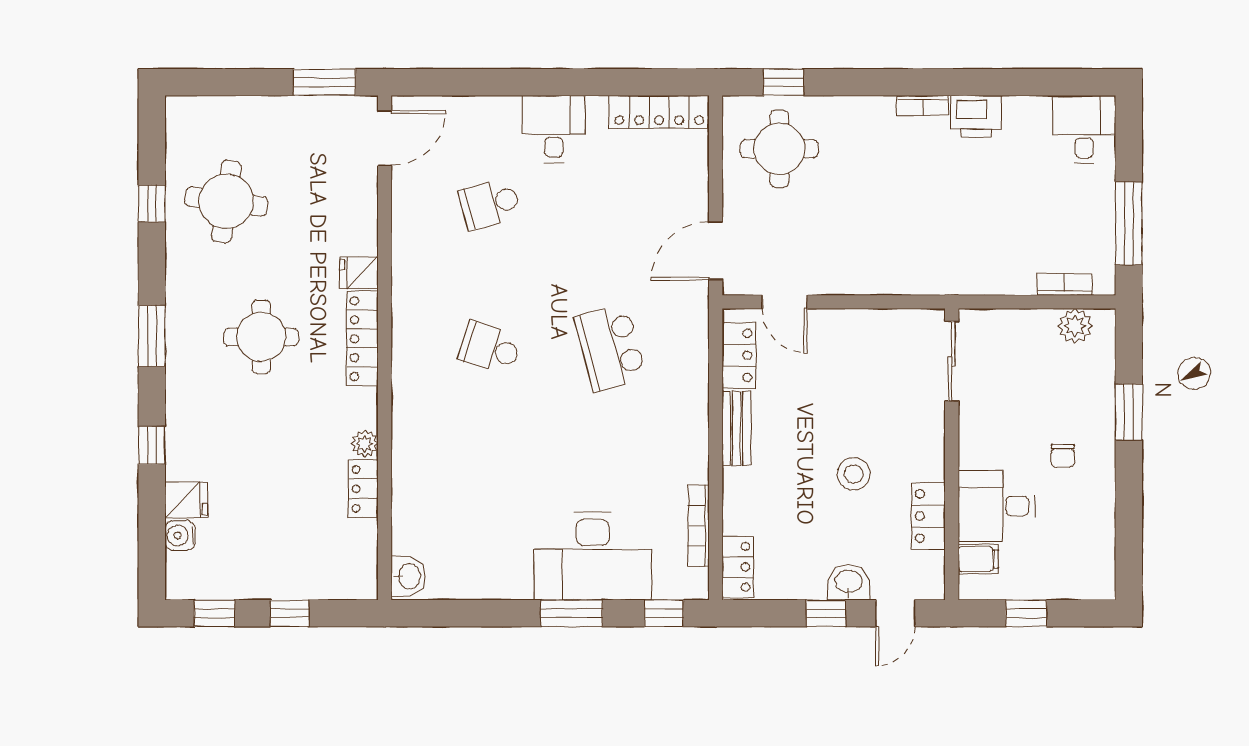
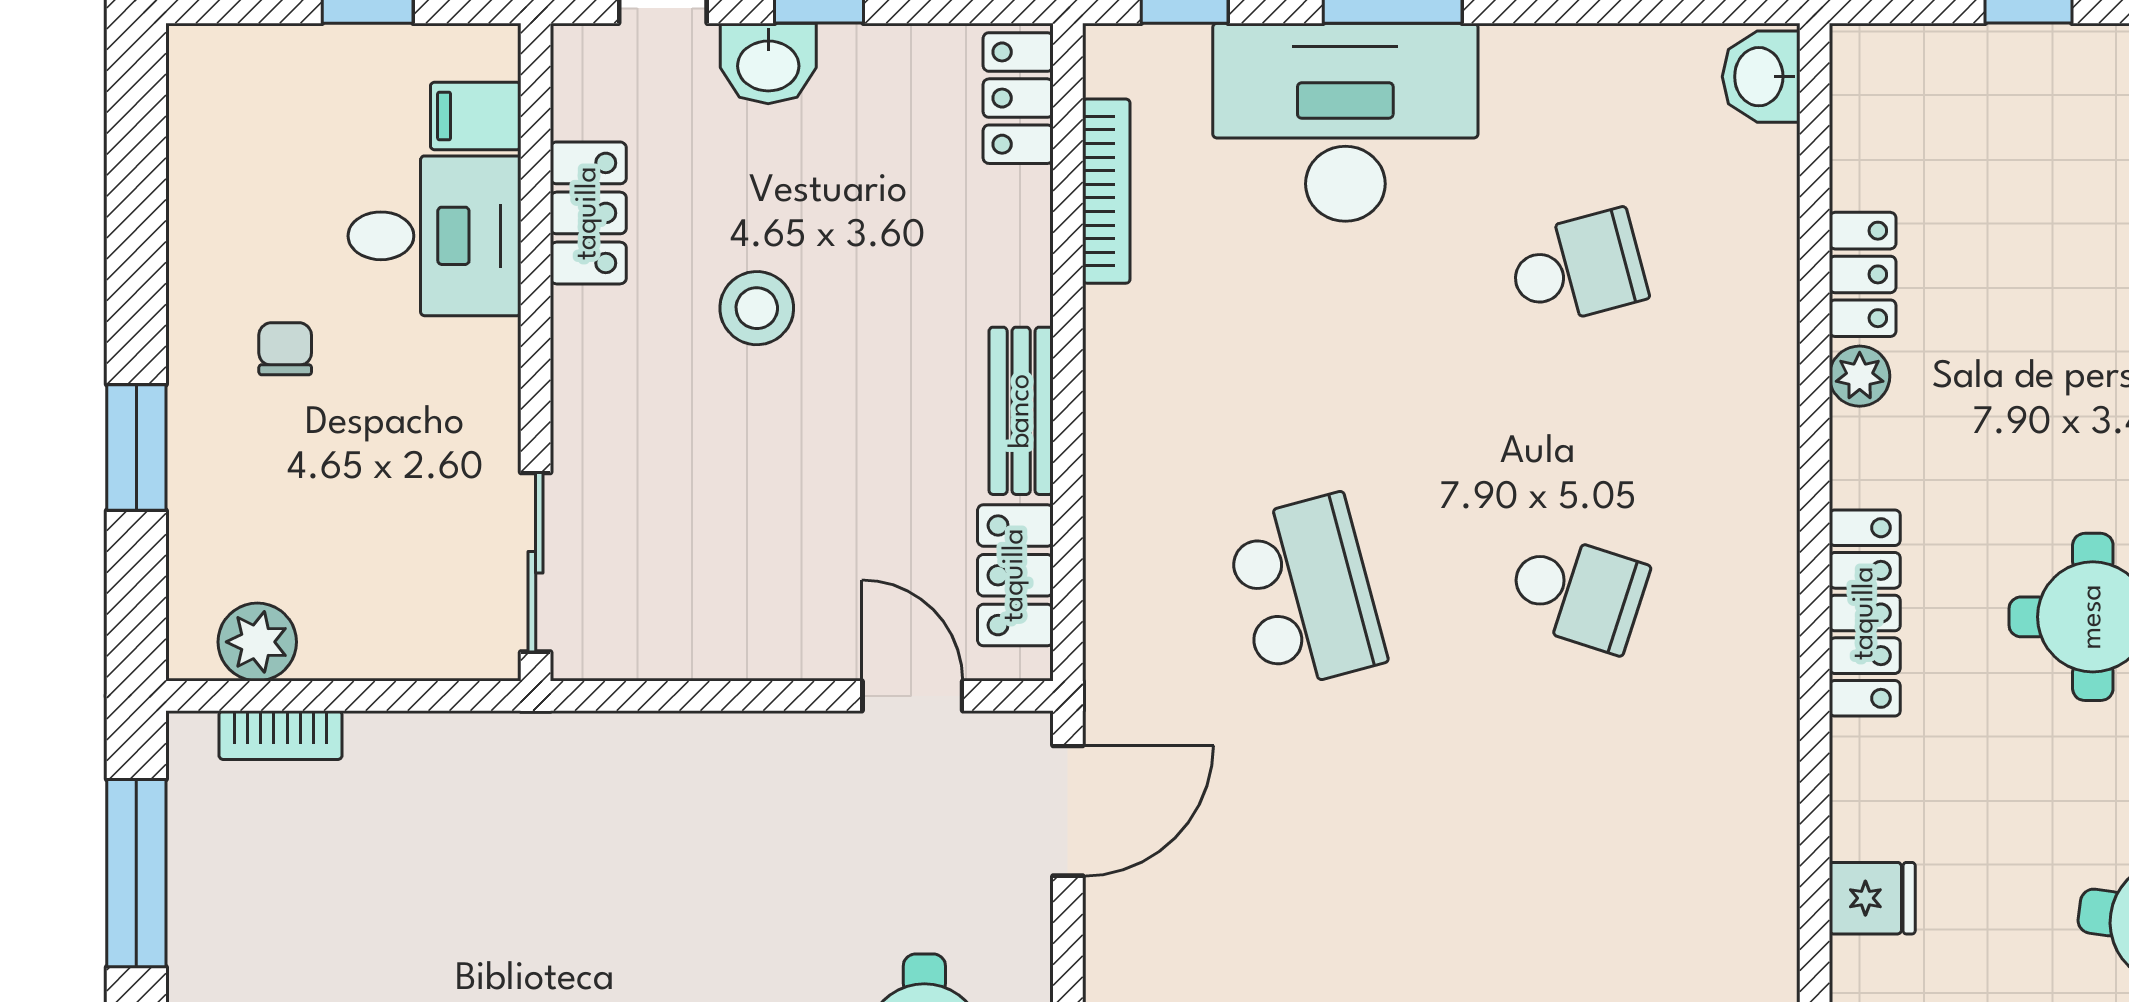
school desk: (490, 204) -> (1577, 268), moved
fridge: (359, 273) -> (1872, 898), moved

